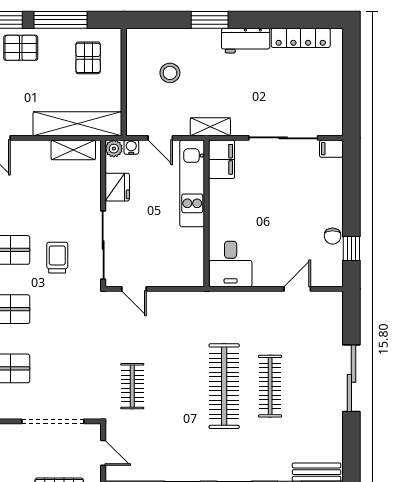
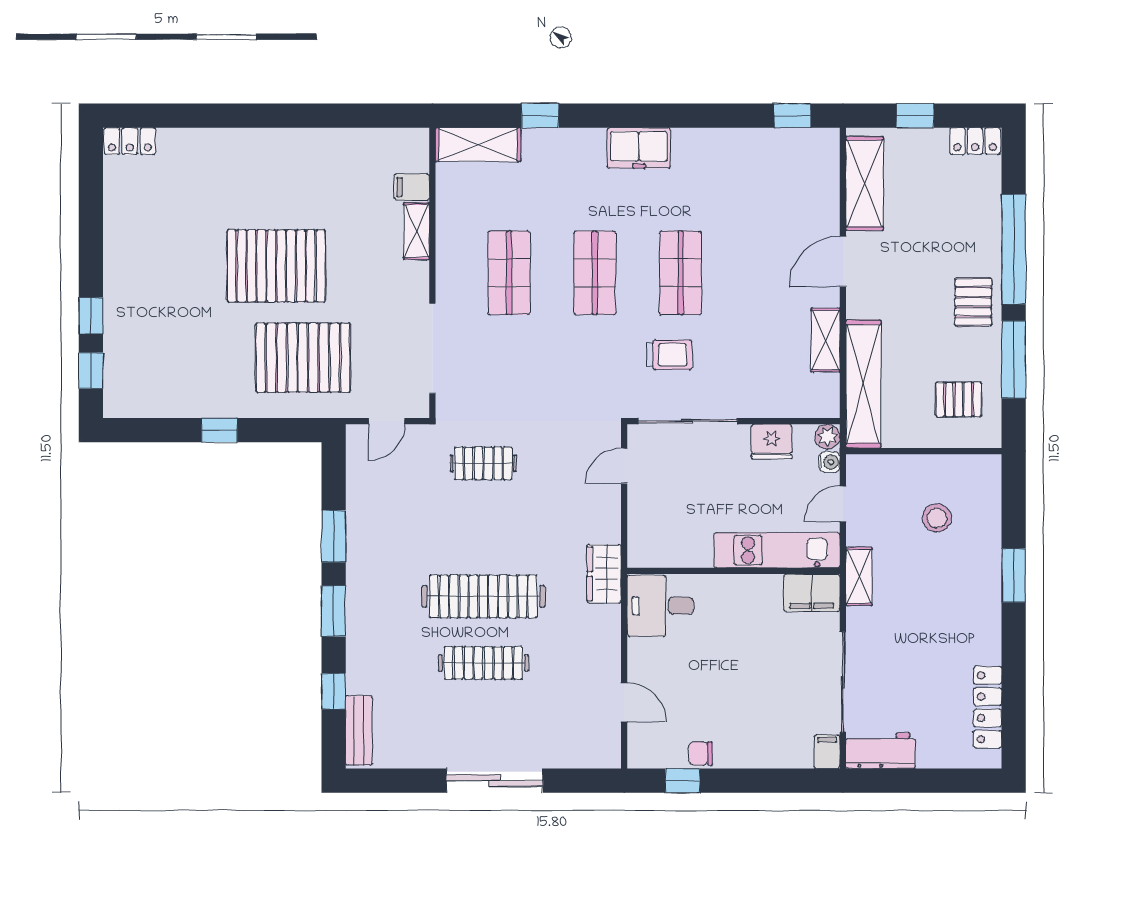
workbench: (246, 41) -> (881, 751), moved, turned 90
shelving: (73, 150) -> (825, 340), moved
wardrobe: (209, 303) -> (604, 574), added

